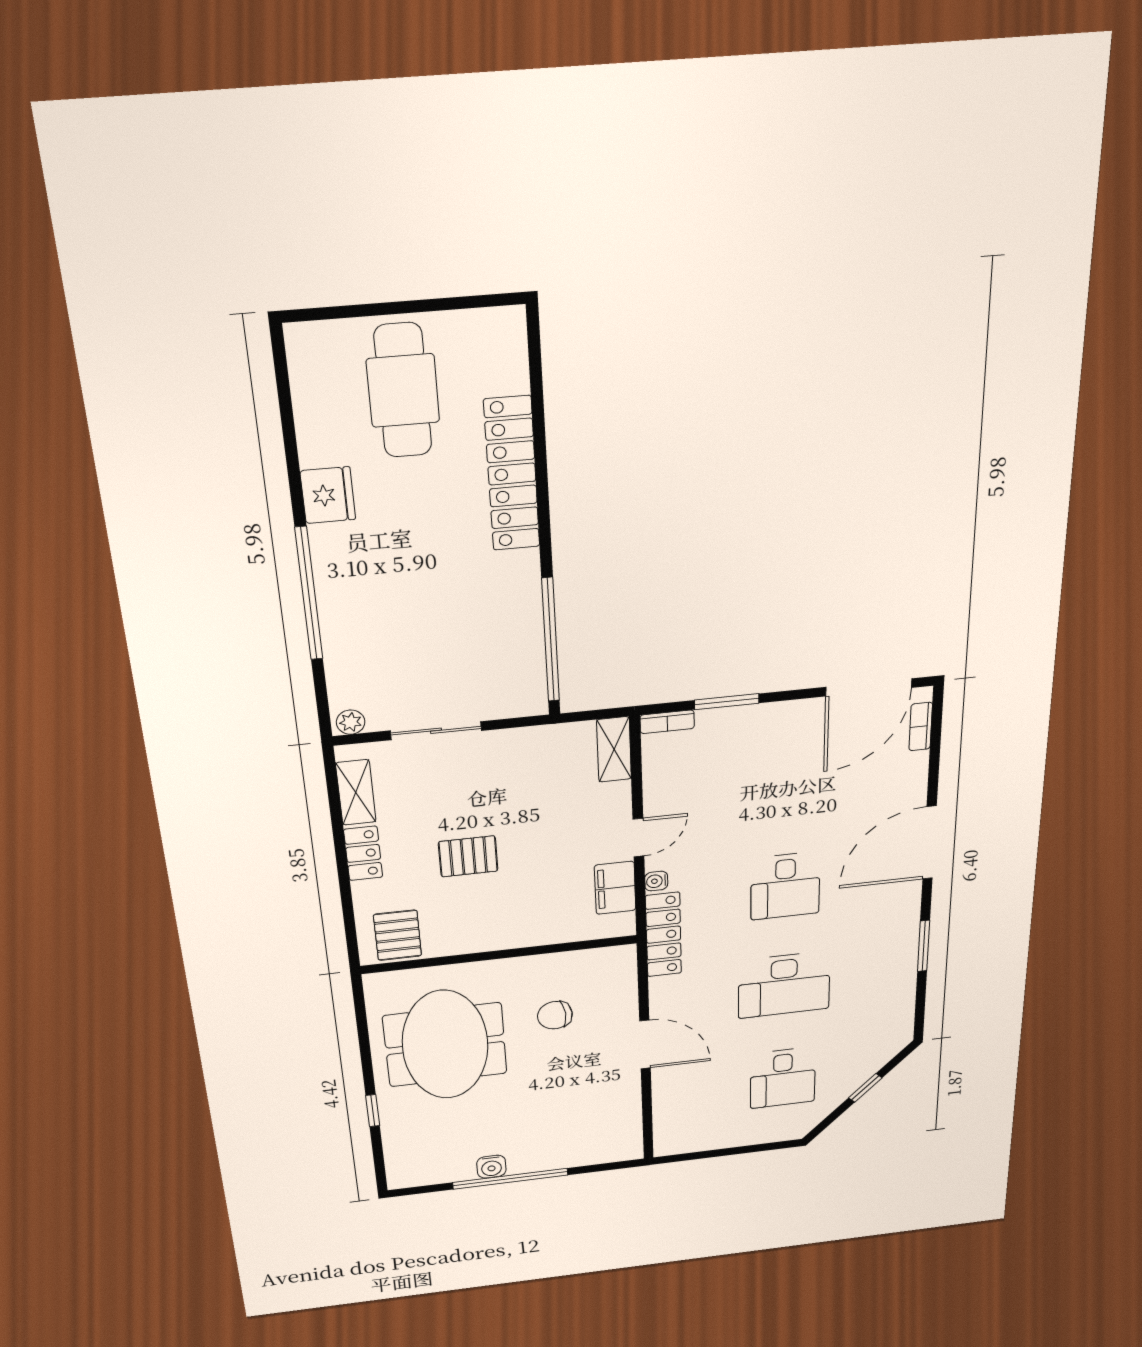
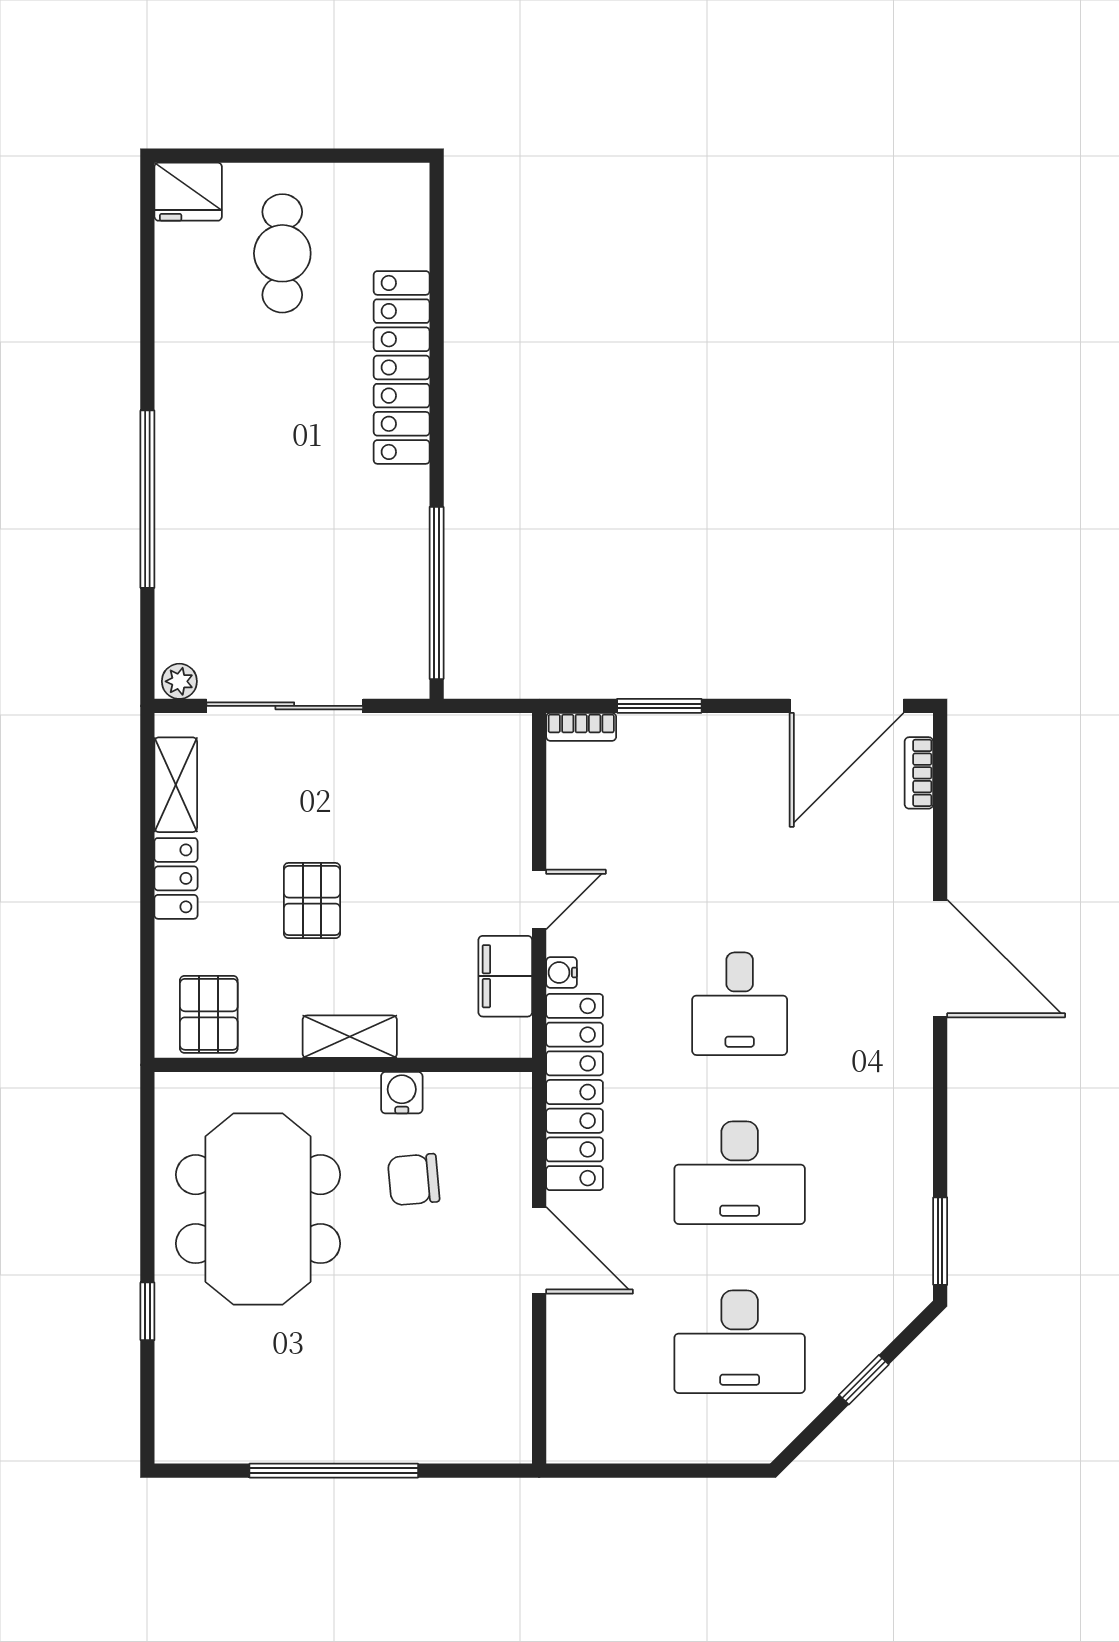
cafe table: (403, 391) -> (282, 253), width x0.73, depth x0.74
fridge: (328, 495) -> (188, 192), moved, turned 90
sliding door: (436, 731) -> (285, 706), width x1.37
shelving: (614, 749) -> (350, 1037), moved, turned 90
door: (930, 843) -> (940, 958), swing flipped
pallet: (468, 856) -> (312, 901), turned 90
locker: (664, 935) -> (575, 1092), width x1.41, depth x1.21
window: (924, 946) -> (940, 1241), moved
desk: (783, 1078) -> (740, 1342), width x1.37
water cooler: (491, 1167) -> (402, 1093), moved, turned 180

